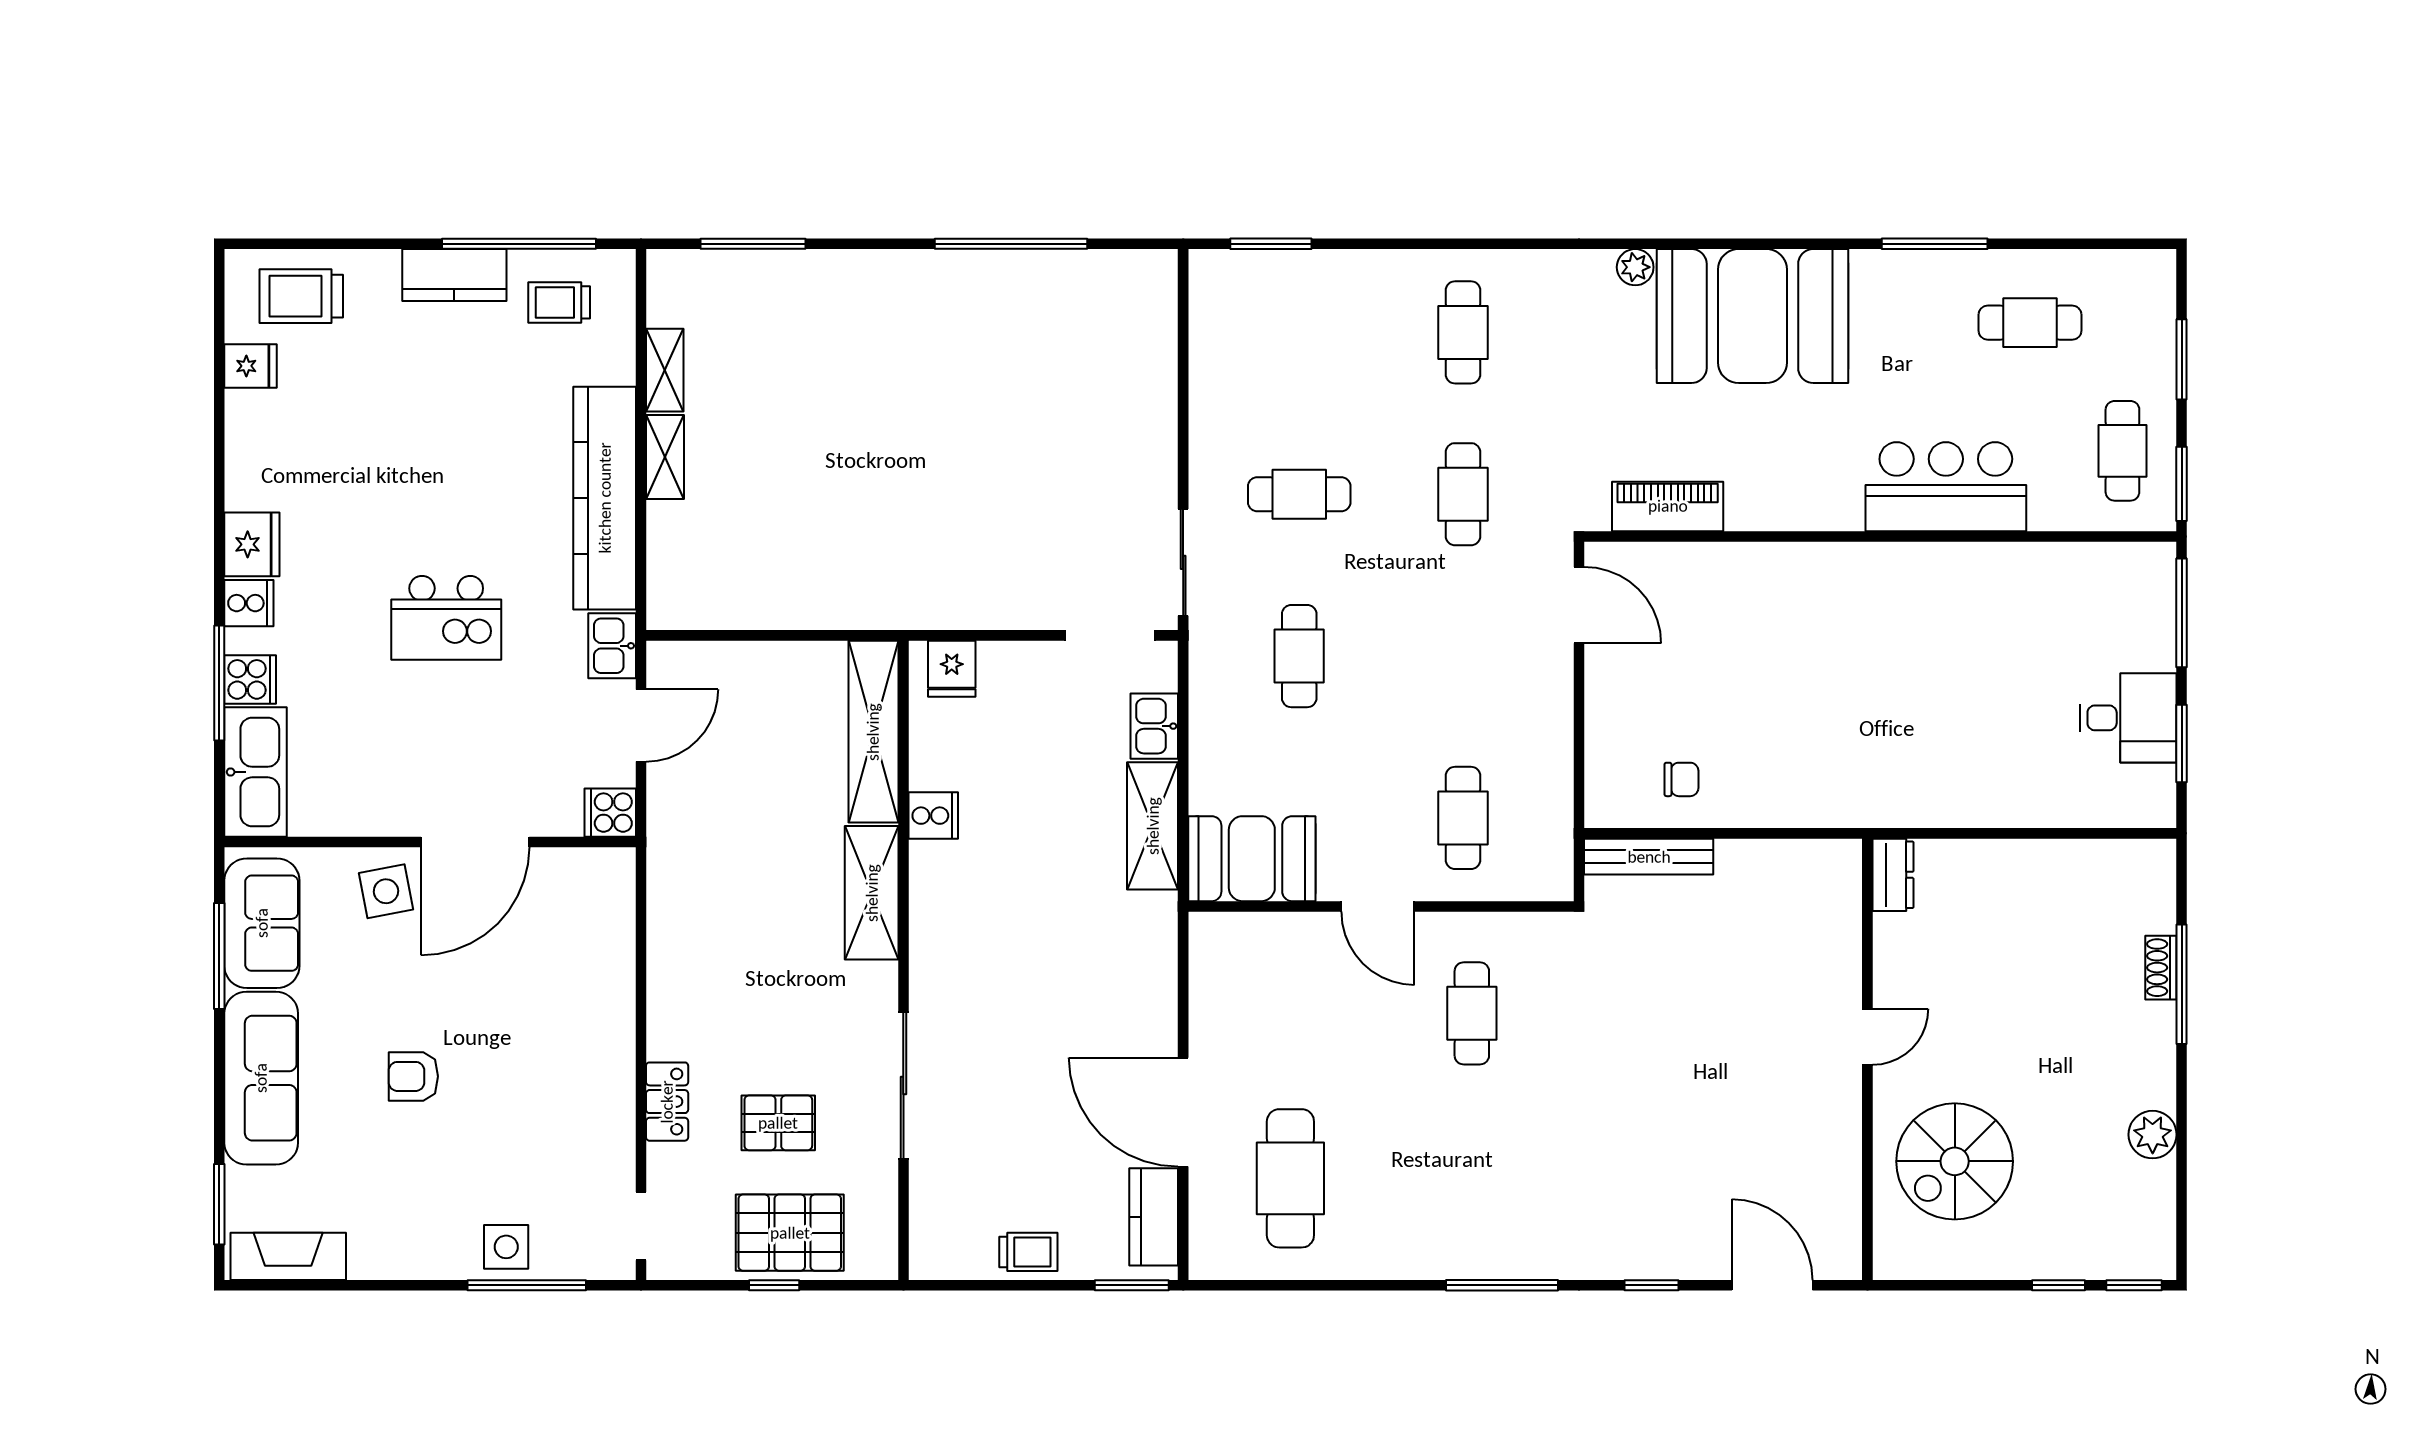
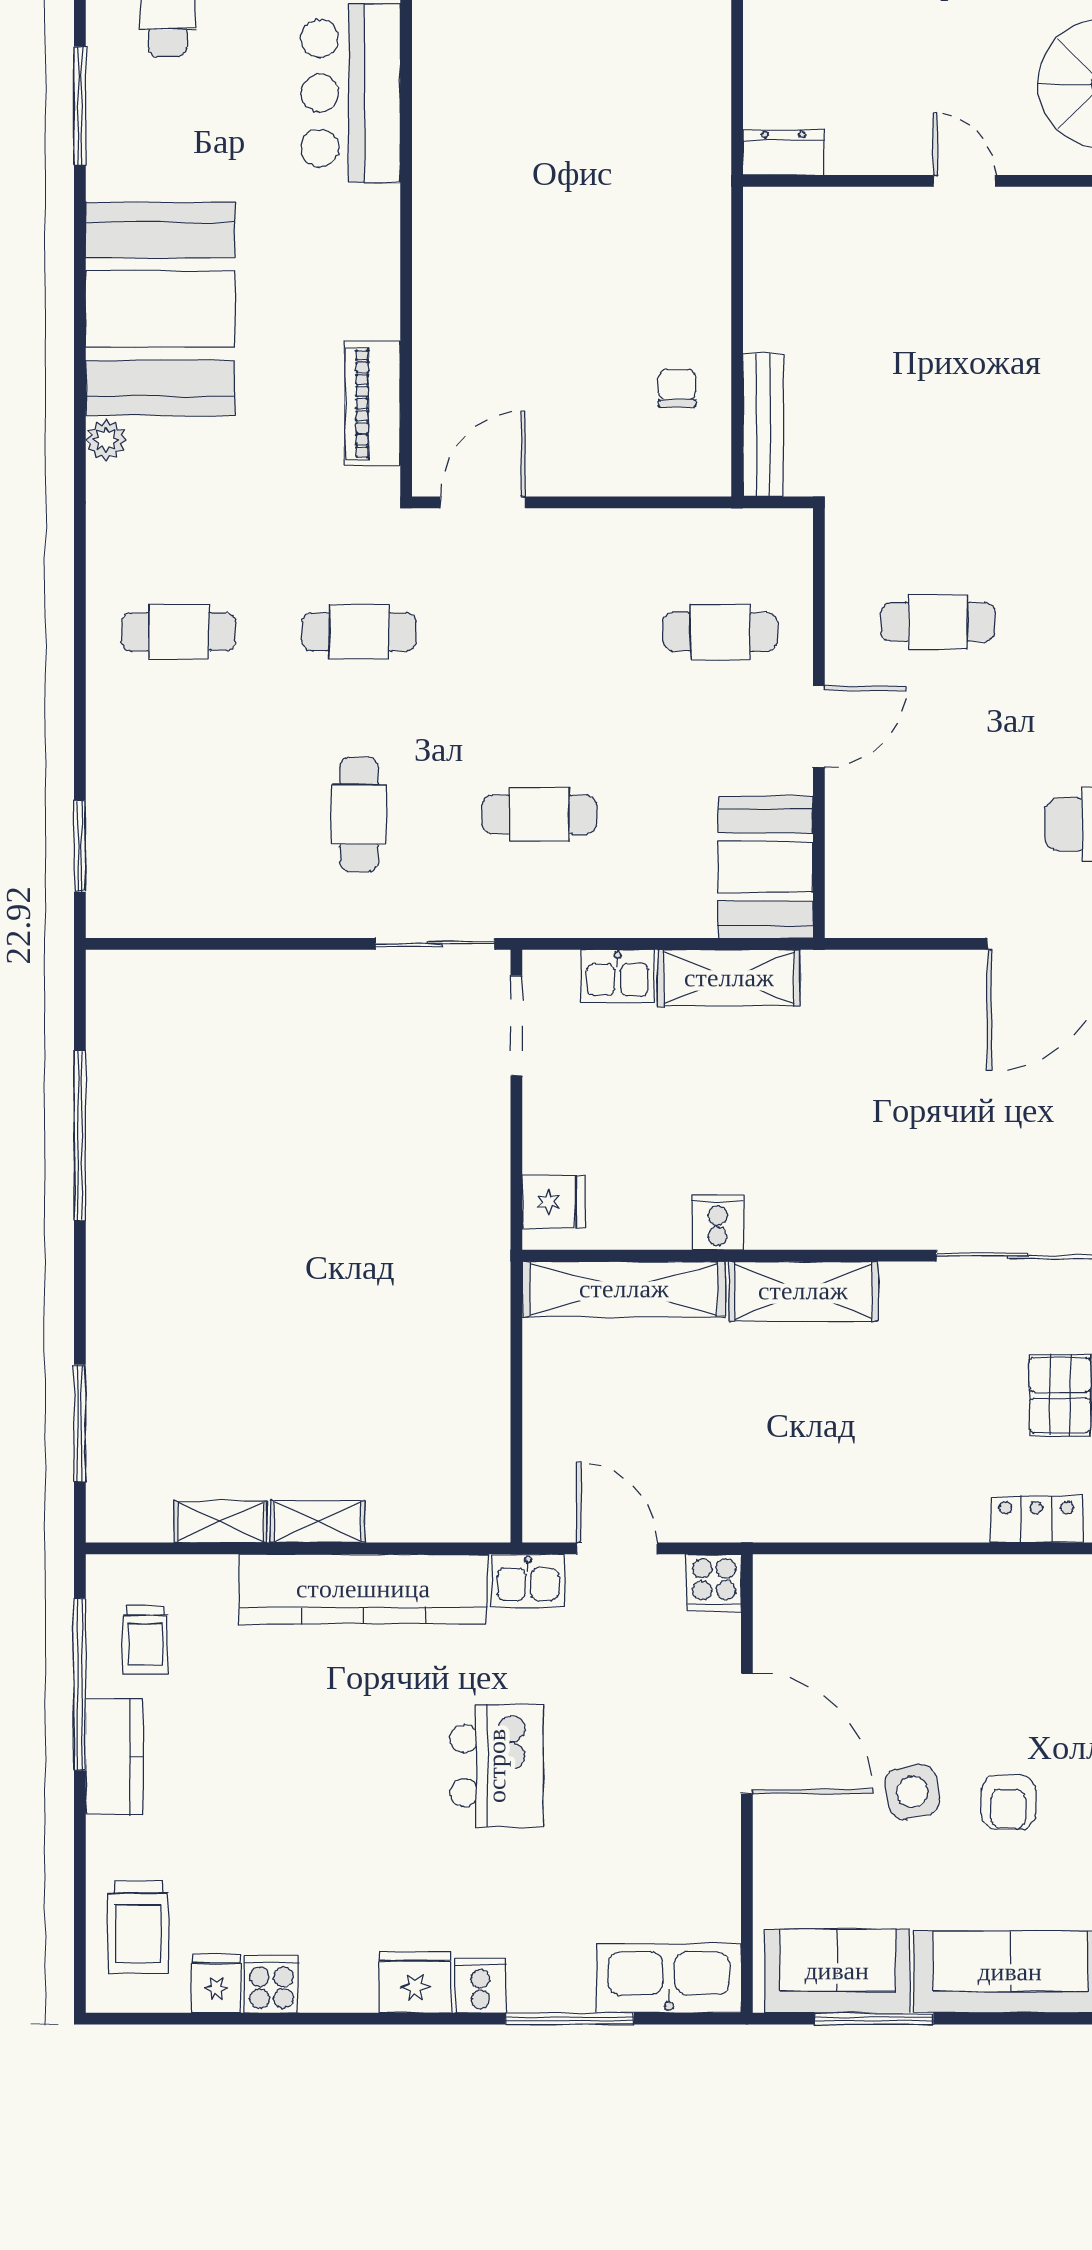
cooker: (250, 679) -> (272, 1984), moved
side table: (386, 891) -> (912, 1792), moved

